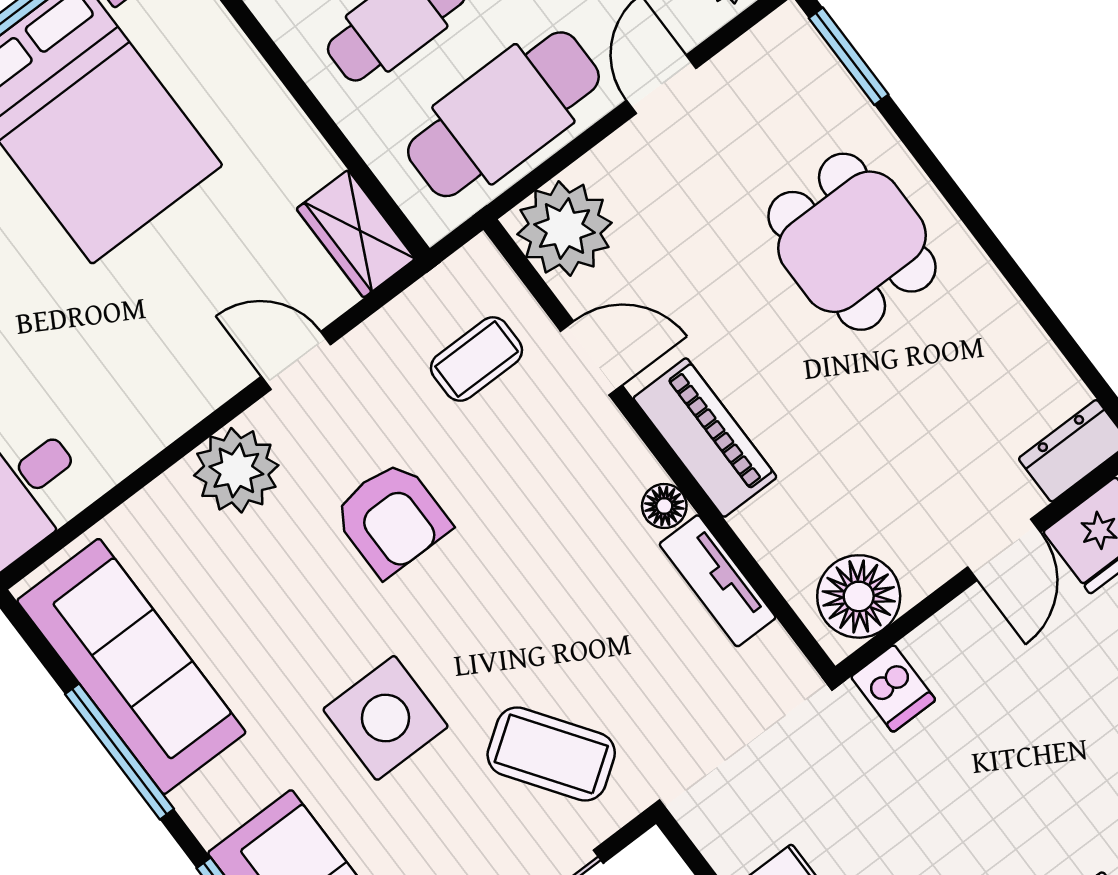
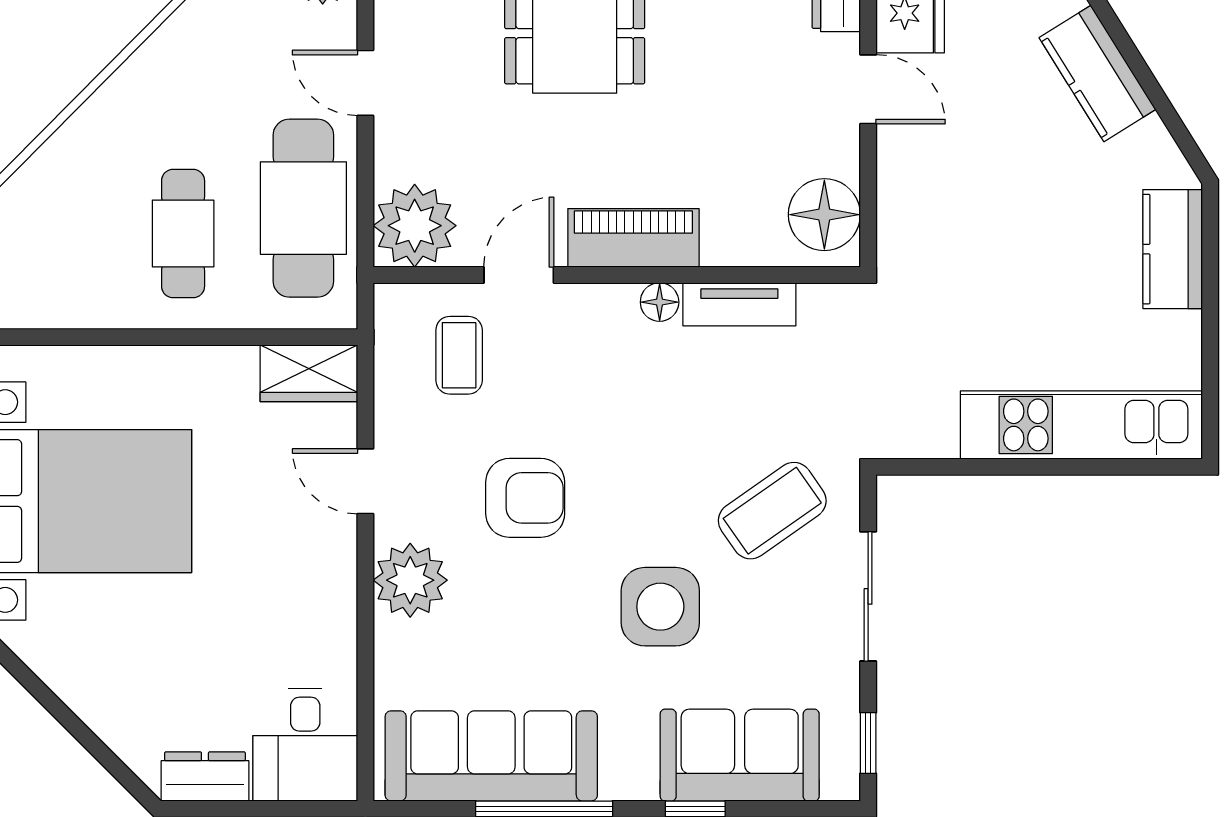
door: (296, 361) -> (365, 481), hinge flipped
dishwasher: (893, 689) -> (906, 239), removed

